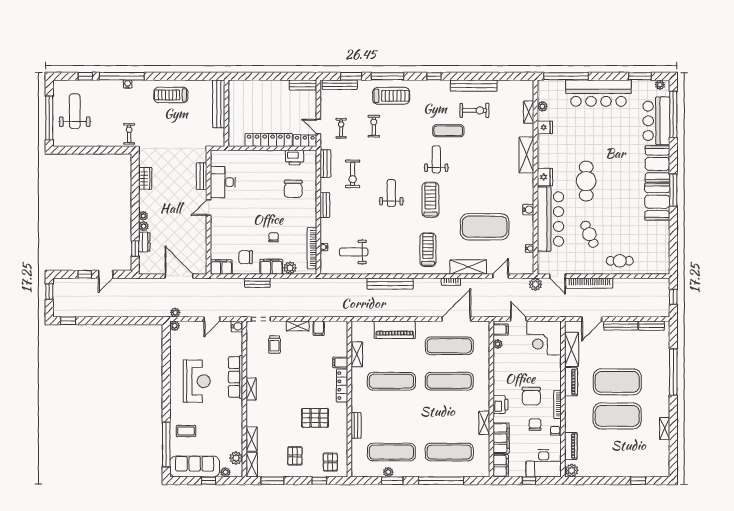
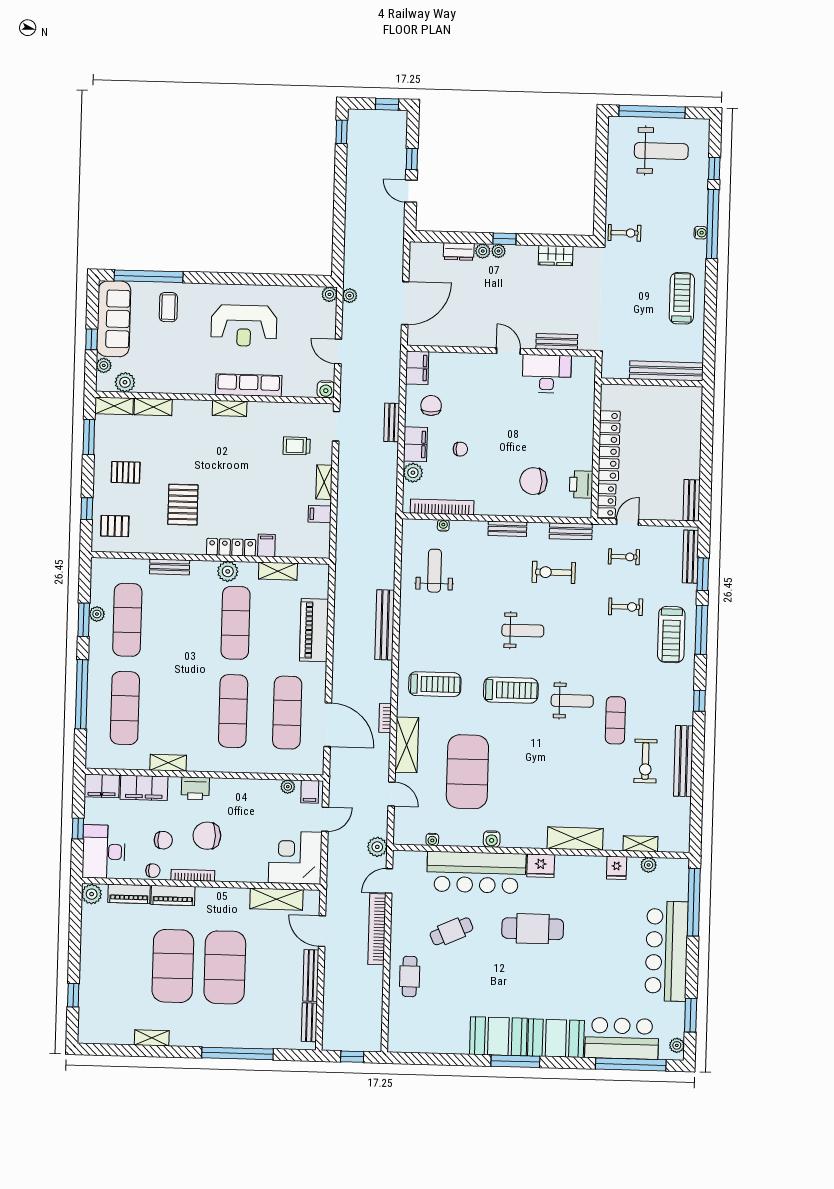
window: (135, 249) -> (505, 239), moved
piano: (571, 382) -> (173, 895), moved
plant: (358, 387) -> (228, 571), added

